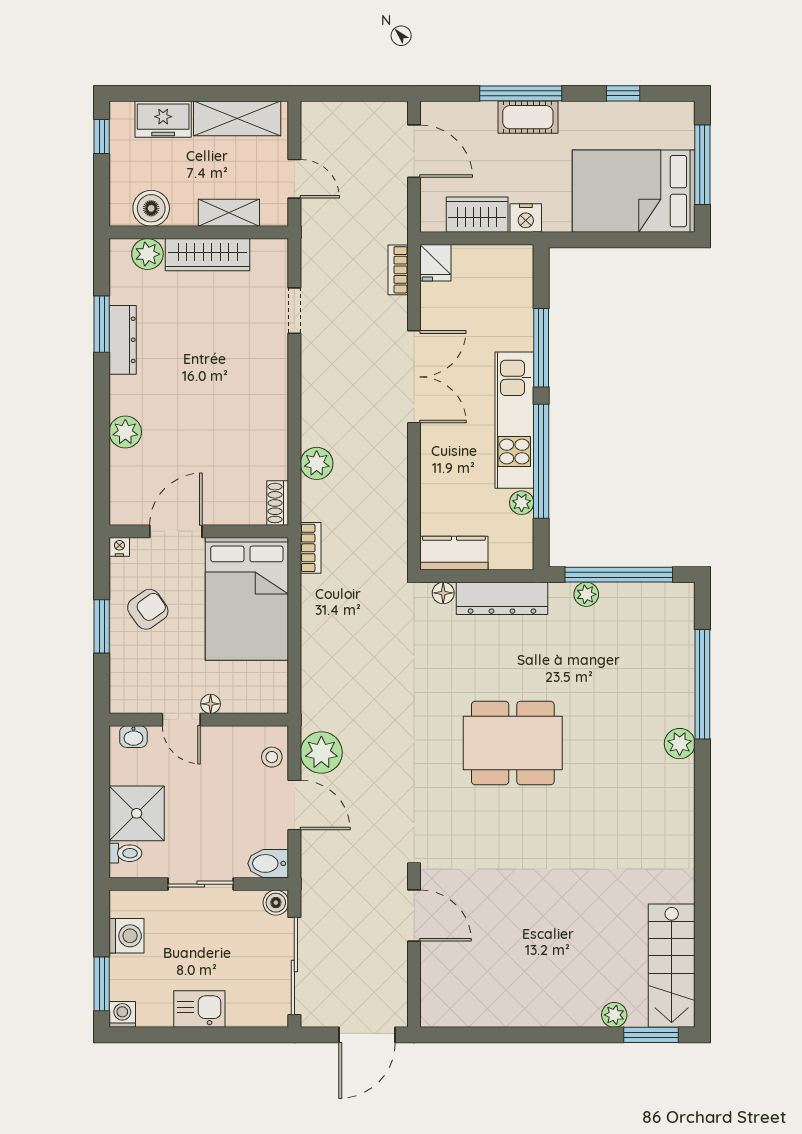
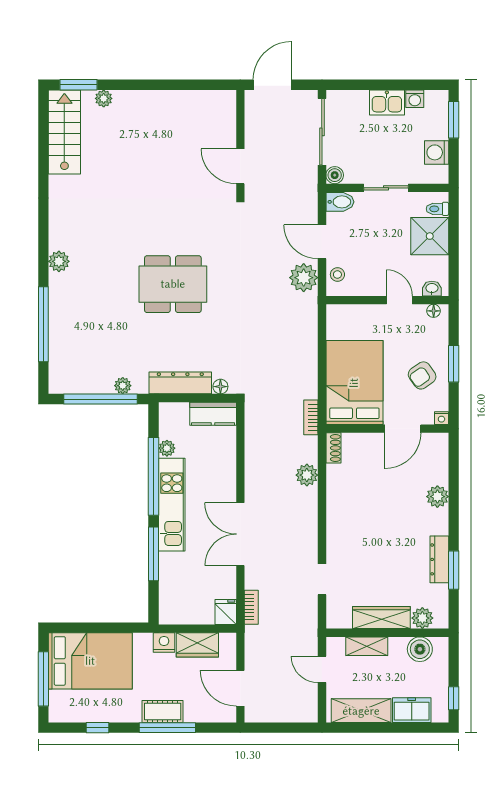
floor lamp: (211, 704) -> (434, 311), moved
plant: (680, 744) -> (59, 261), moved
washing machine: (122, 1014) -> (415, 99), moved

